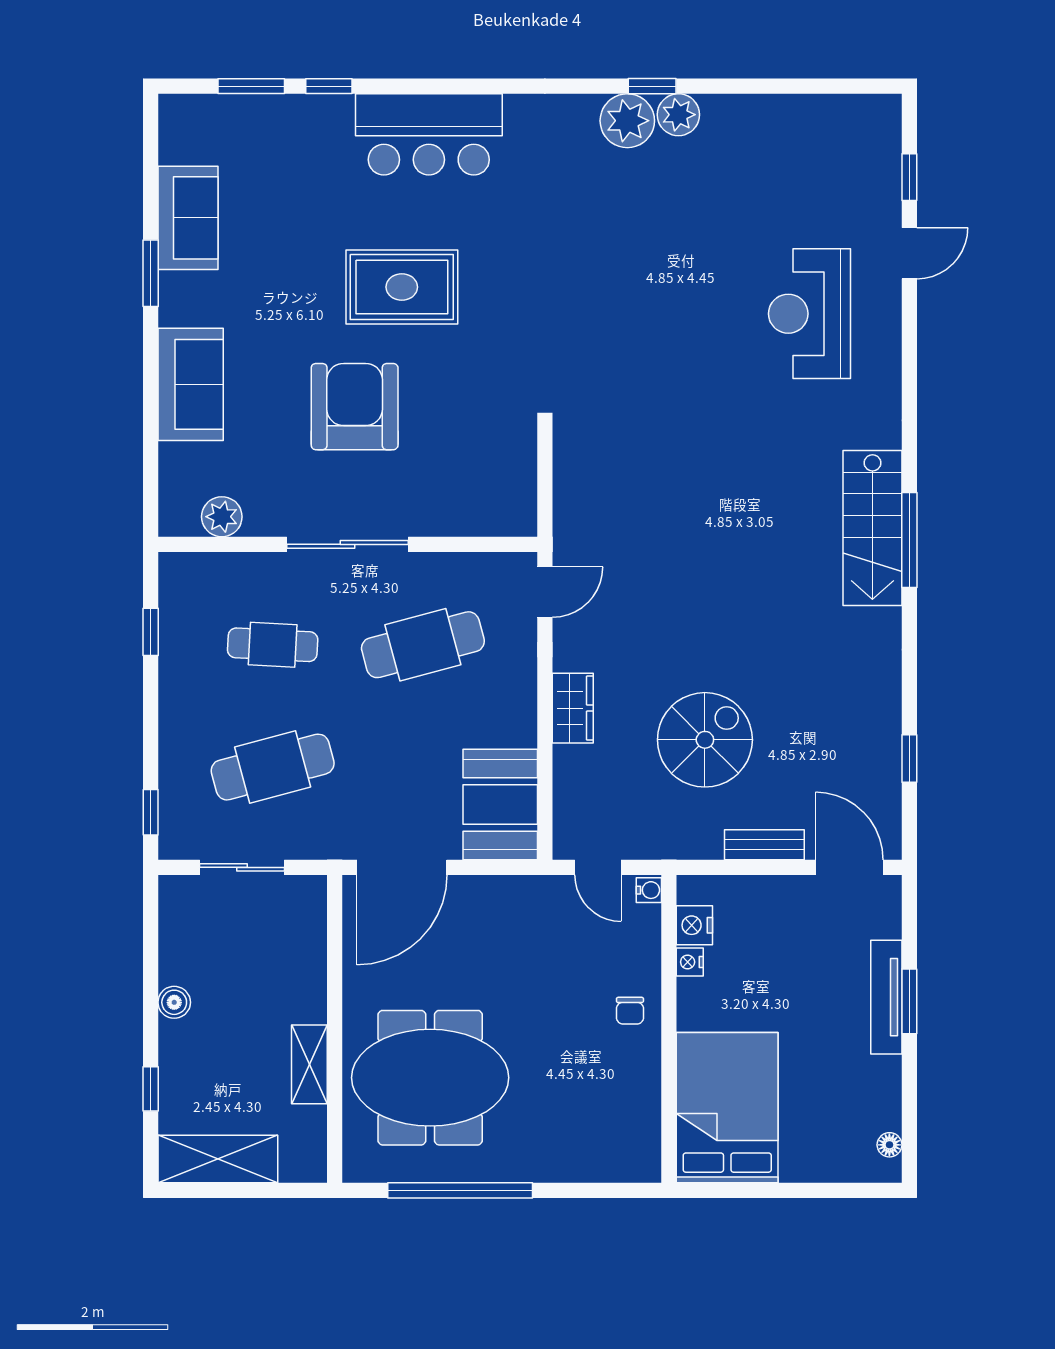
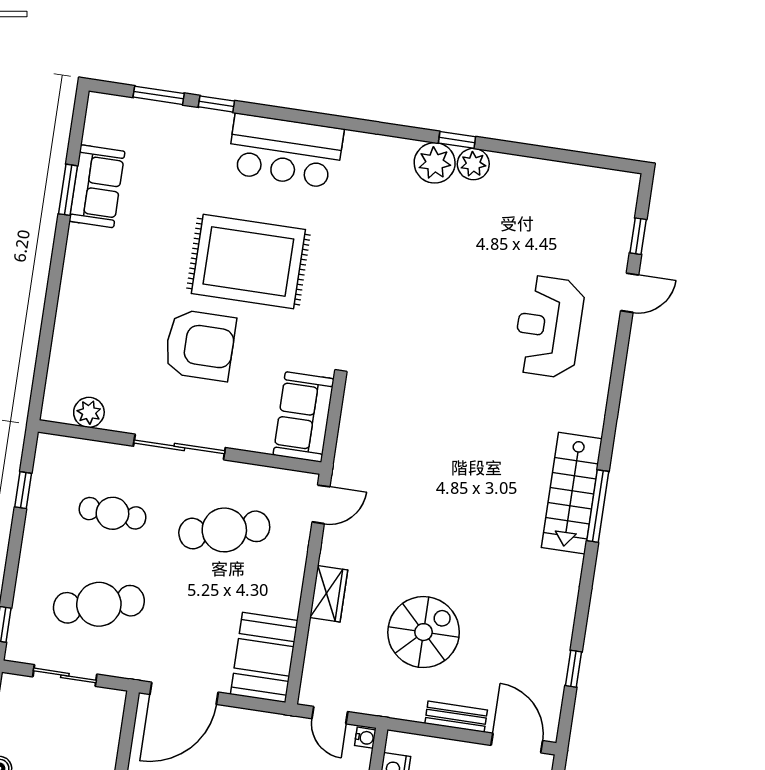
window: (151, 273) -> (68, 190), moved
rug: (402, 287) -> (248, 261), width x1.37, depth x1.44
sofa: (191, 384) -> (304, 417), moved, turned 180
armchair: (355, 407) -> (200, 345), turned 90

